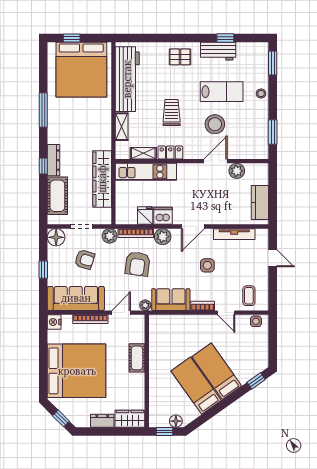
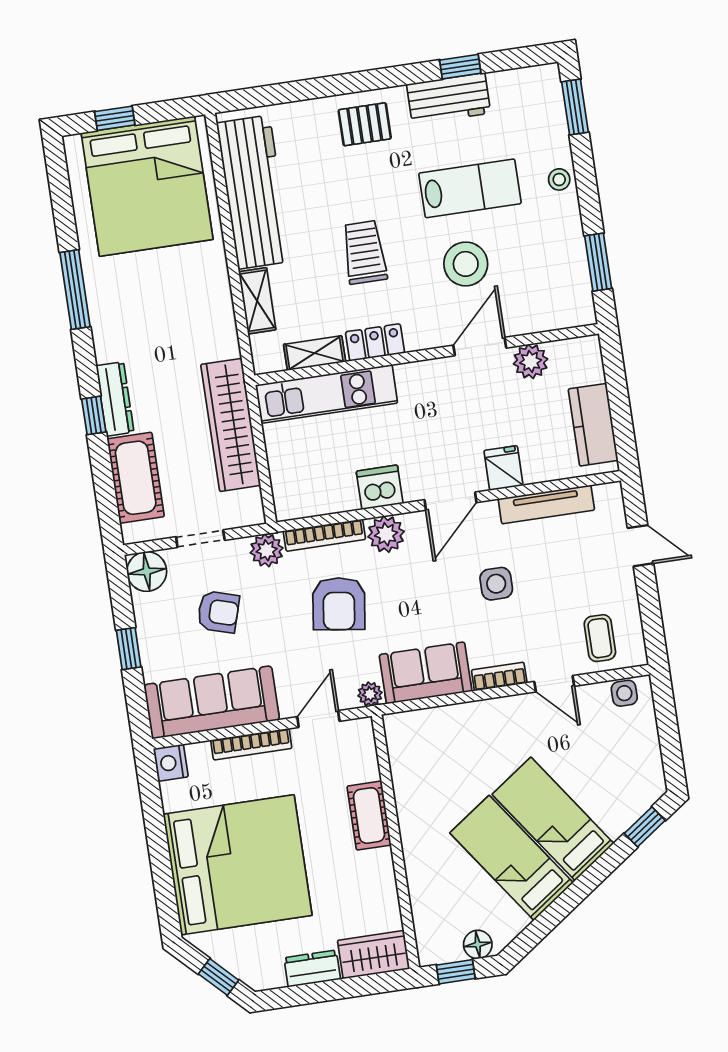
fridge: (145, 215) -> (504, 468), moved

